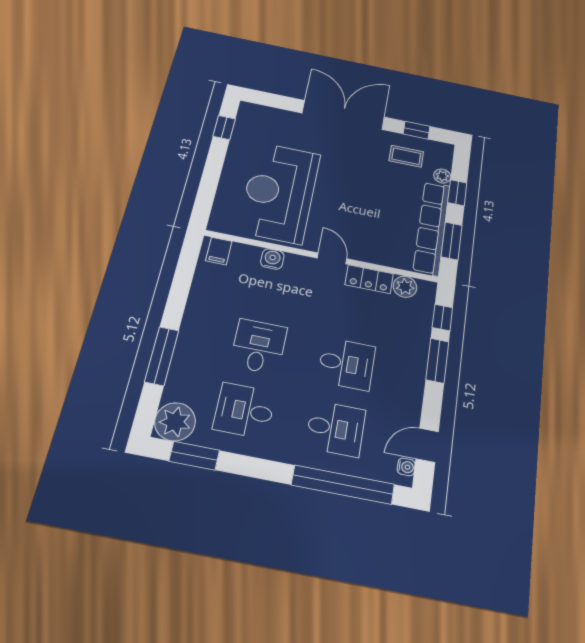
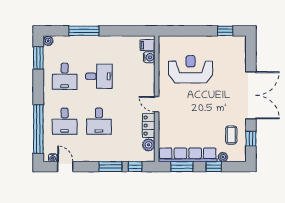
reception desk: (279, 192) -> (191, 69), width x0.74, depth x0.77
door: (332, 258) -> (157, 104), swing flipped
water cooler: (272, 259) -> (149, 57), moved
desk: (244, 411) -> (65, 76), turned 180
plant: (175, 422) -> (48, 41), width x0.53, depth x0.53

